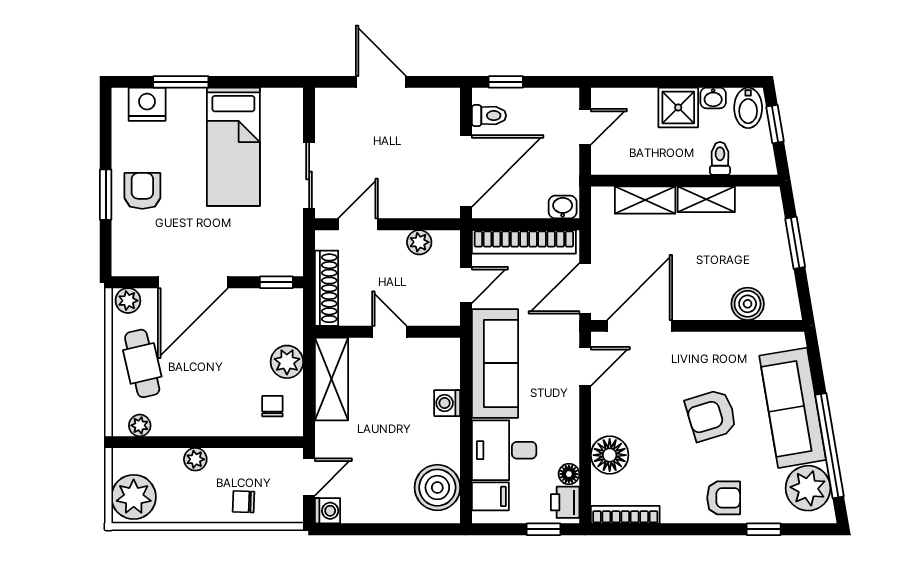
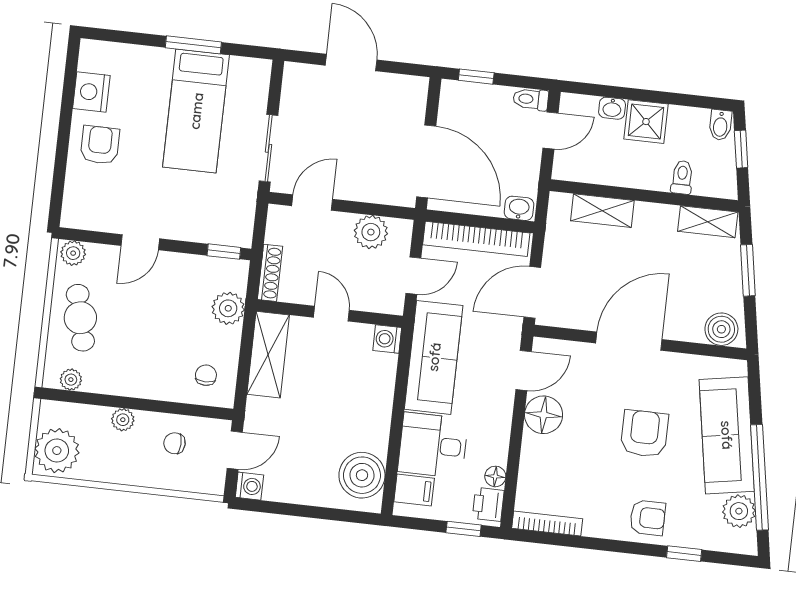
window: (181, 82) -> (193, 45), moved
washbasin: (713, 98) -> (612, 108), moved
nightstand: (147, 104) -> (91, 92), moved, turned -90
bidet: (748, 108) -> (720, 125), width x0.72, depth x0.74
toilet: (489, 116) -> (531, 99), moved, turned 180
door: (466, 171) -> (426, 161), hinge flipped
window: (106, 195) -> (63, 145), removed
shelving: (706, 199) -> (708, 222), moved
plant: (419, 242) -> (371, 232), width x1.38, depth x1.38
door: (193, 282) -> (140, 242), width x0.53
shoe rack: (327, 288) -> (270, 273), width x0.74, depth x0.81
boiler: (748, 304) -> (721, 329), moved
door: (640, 326) -> (629, 341), moved
plant: (287, 362) -> (228, 308), moved
washing machine: (447, 403) -> (387, 339), moved
armchair: (711, 415) -> (644, 434), turned 107
floor lamp: (610, 455) -> (544, 415), moved
plant: (808, 488) -> (739, 511), width x0.73, depth x0.73
chair: (244, 502) -> (175, 443), moved

